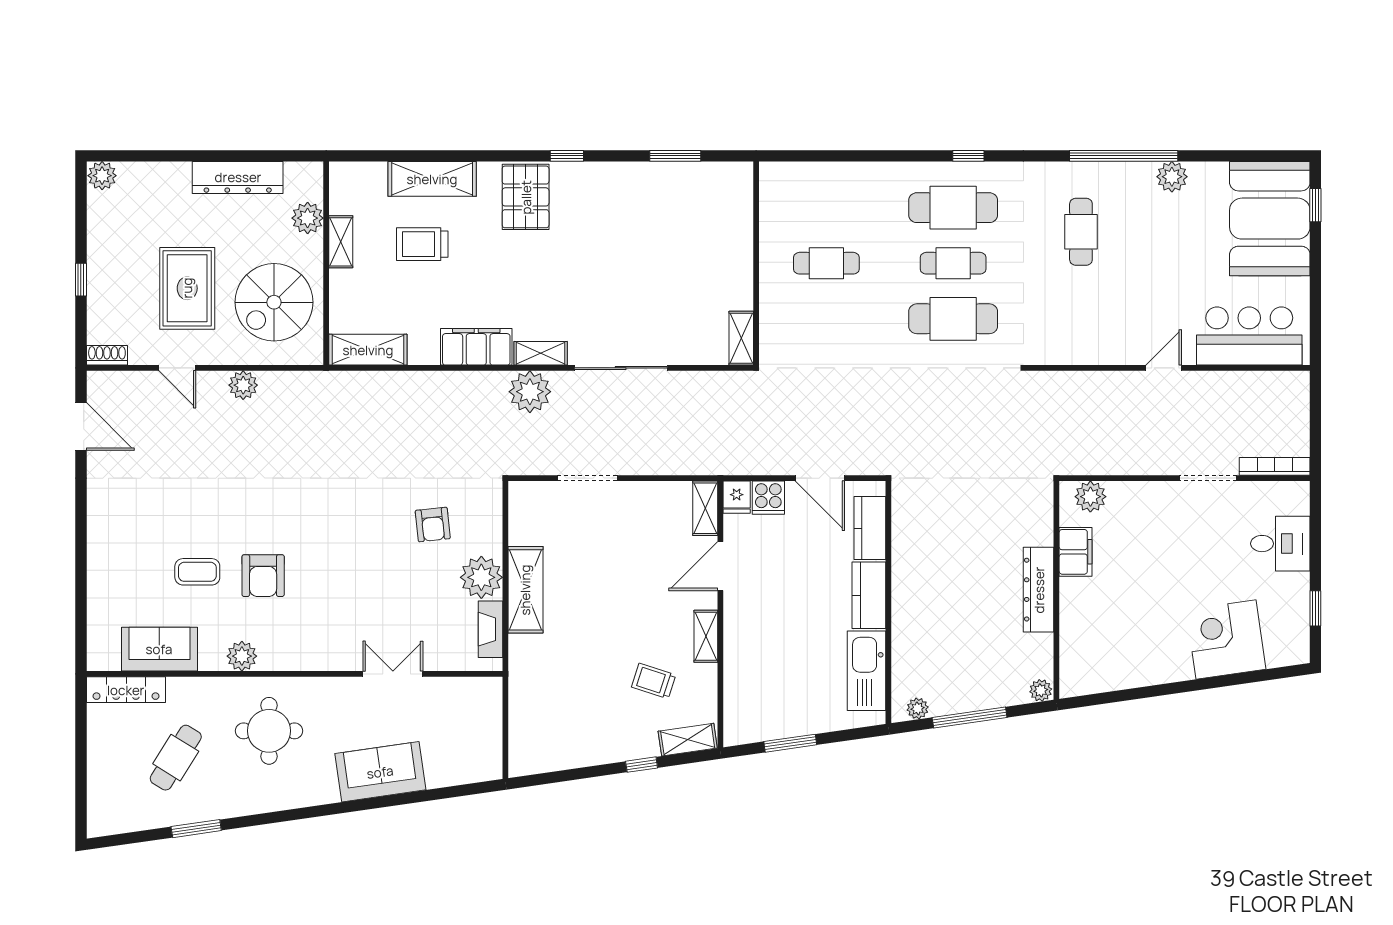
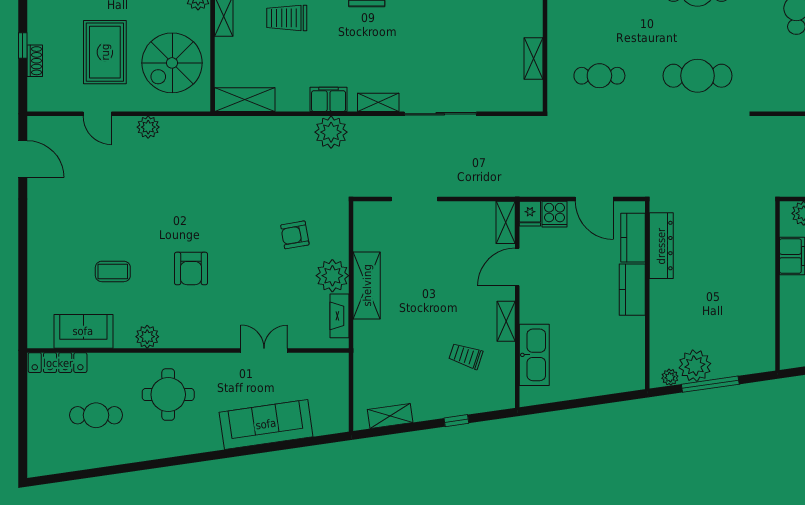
cafe table: (826, 263) -> (599, 76), moved
cafe table: (953, 263) -> (697, 33), removed
shelving: (741, 338) -> (534, 58), moved
filing cabinet: (476, 347) -> (329, 99), width x0.67, depth x0.86
shoe rack: (107, 355) -> (35, 61), moved, turned 90
plant: (530, 392) -> (331, 132), moved
armchair: (433, 525) -> (295, 235), turned 86
armchair: (263, 576) -> (191, 268), moved
dresser: (1039, 590) -> (661, 246), moved, turned 180
kitchen sink: (866, 671) -> (534, 355), moved, turned 180
plant: (1041, 690) -> (695, 366), moved, width x1.88, depth x1.88
shelving: (688, 740) -> (390, 416), moved
window: (790, 743) -> (571, 404), removed
cafe table: (176, 758) -> (96, 415), turned 58
sofa: (380, 772) -> (266, 424), width x1.36
window: (196, 829) -> (112, 470), removed

